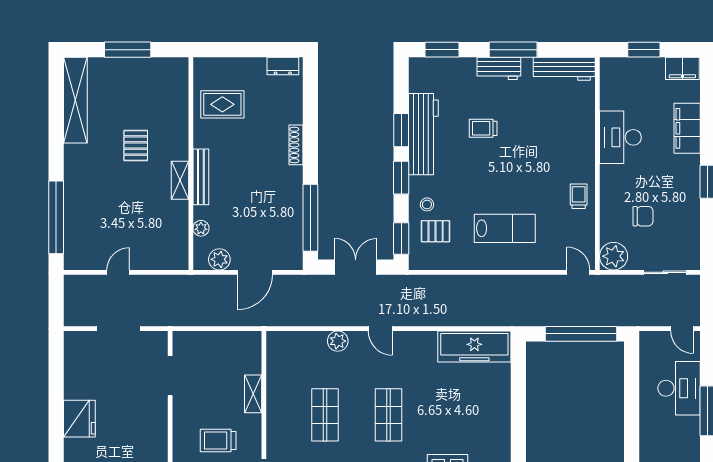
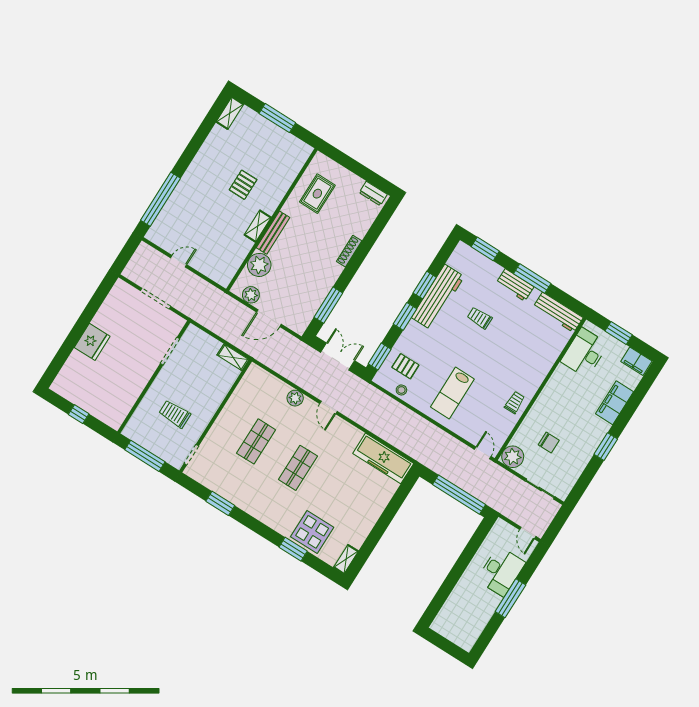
shelving: (75, 100) -> (230, 113), width x0.45, depth x0.75
rug: (222, 104) -> (317, 194), turned 90
desk: (620, 137) -> (584, 353), moved
stool: (427, 204) -> (401, 390), moved
window: (310, 218) -> (328, 305), width x0.68
plant: (201, 228) -> (259, 265), width x1.88, depth x1.88
lab bench: (505, 228) -> (452, 393), turned 90
shelving: (253, 394) -> (233, 357), moved, turned 90

